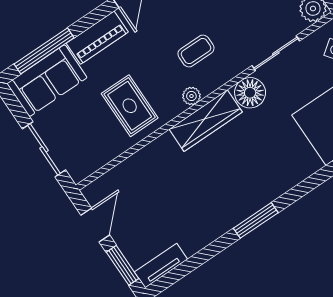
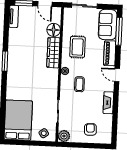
floor lamp: (250, 93) -> (54, 30), moved
rug: (130, 106) -> (78, 47), turned 90
wardrobe: (206, 121) -> (53, 53), moved

